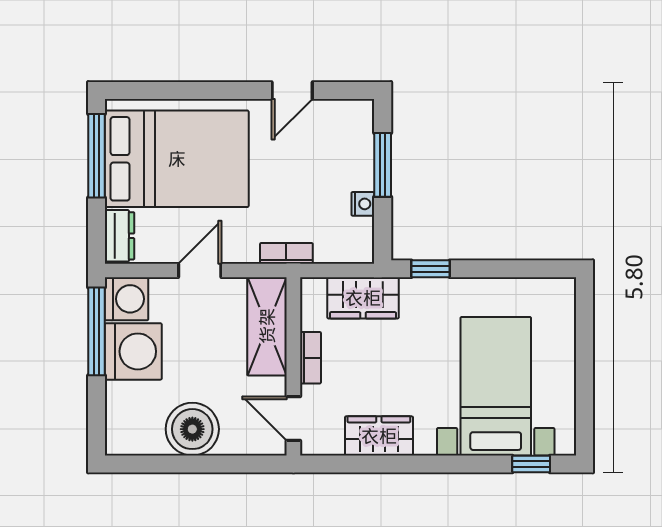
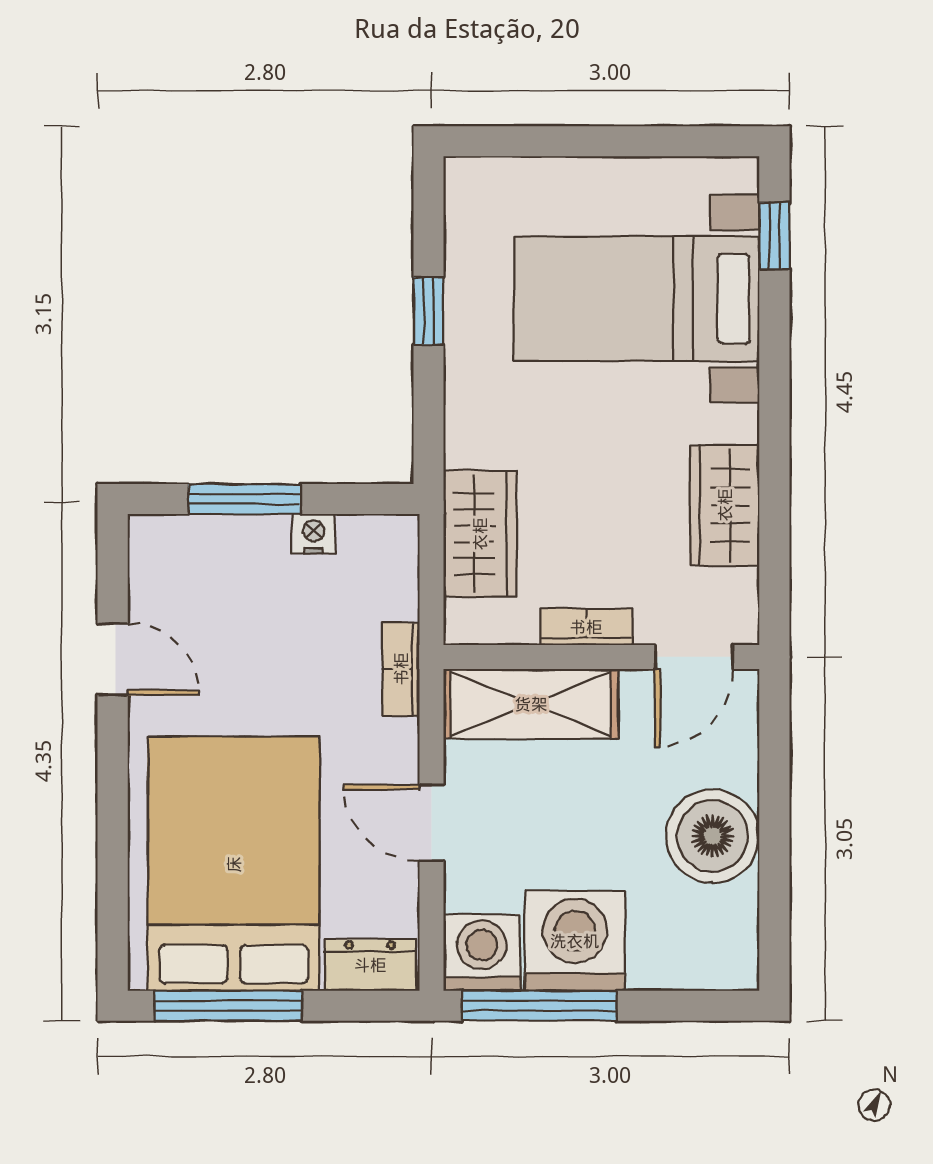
window: (430, 269) -> (429, 311), moved

